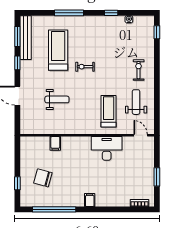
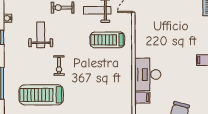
weight bench: (57, 99) -> (41, 35), moved
desk: (107, 148) -> (148, 75), moved

